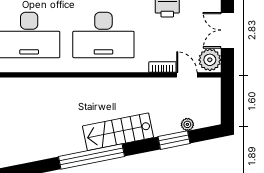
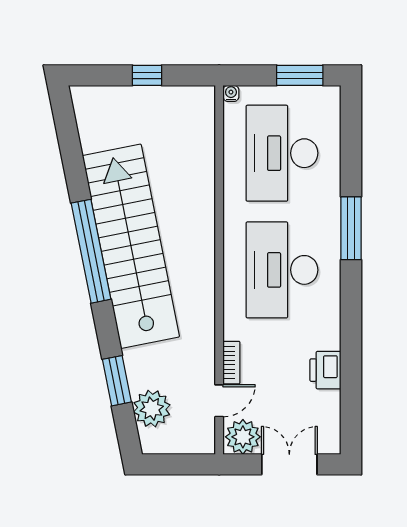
plant: (187, 124) -> (152, 409), width x1.88, depth x1.88
stairs: (118, 132) -> (131, 246), width x1.86, depth x1.51

